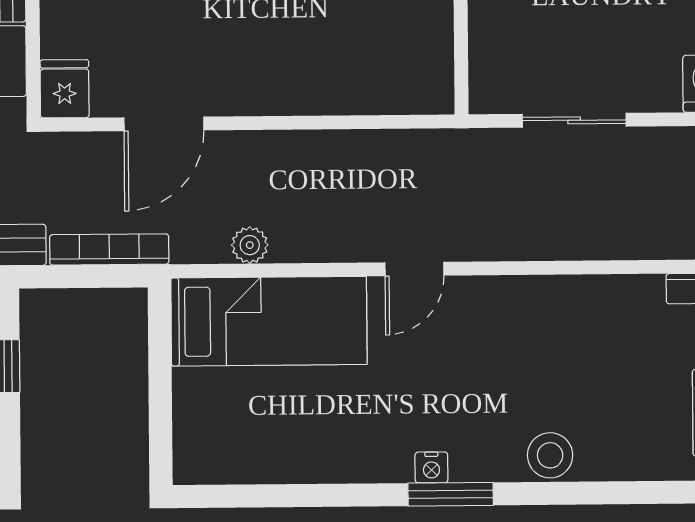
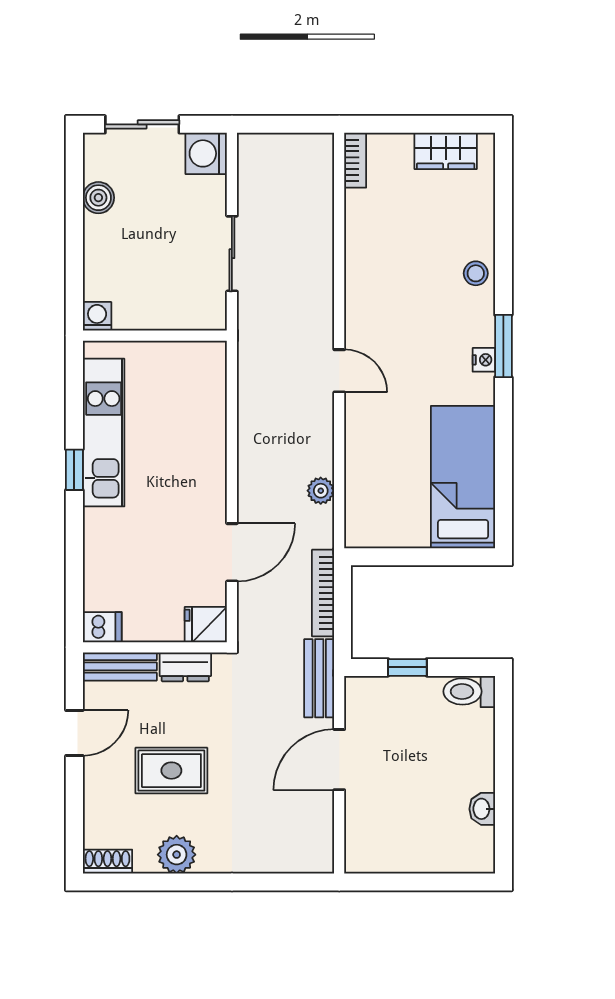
door: (164, 124) -> (232, 552), hinge flipped
bed: (269, 321) -> (463, 477), moved
stool: (550, 455) -> (476, 273), width x0.73, depth x0.73

